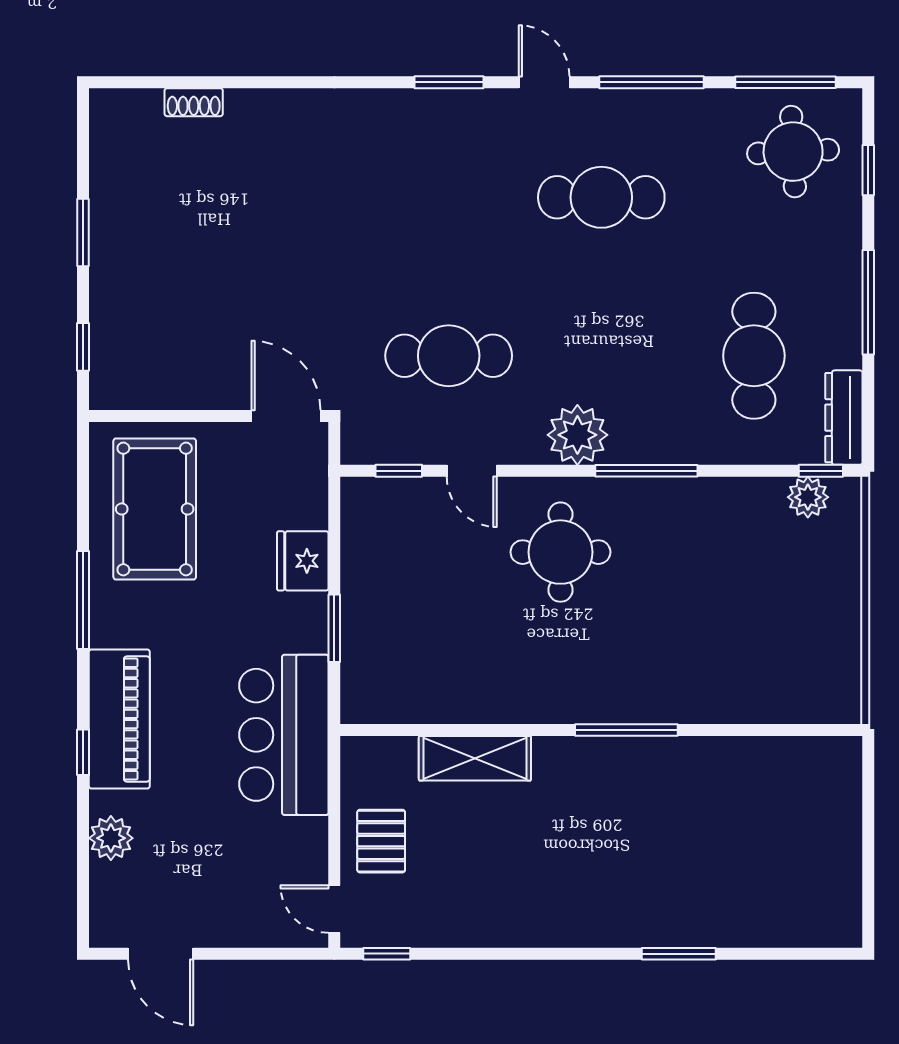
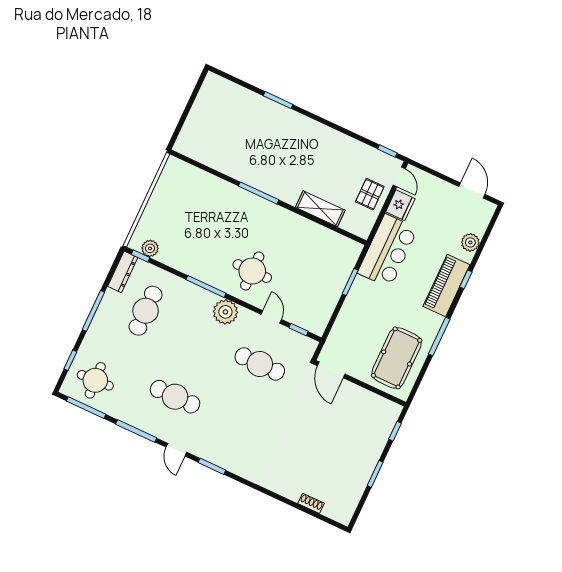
fridge: (303, 561) -> (400, 205), moved

